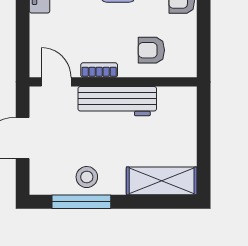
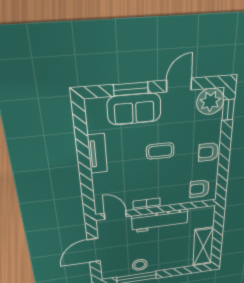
armchair: (151, 50) -> (200, 189), moved
shelving: (162, 181) -> (203, 247), moved, turned 90

